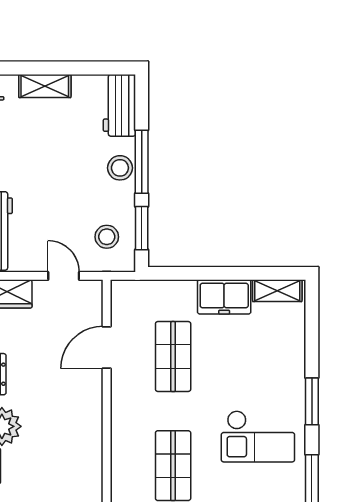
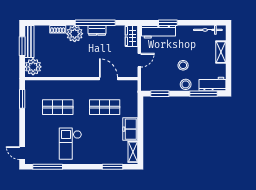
window: (142, 162) -> (204, 94), moved
stool: (107, 237) -> (183, 65), moved
window: (312, 401) -> (113, 167), moved

